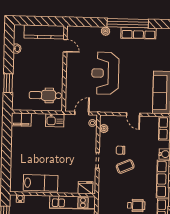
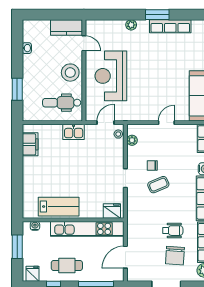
window: (128, 23) -> (157, 15), width x0.47
kitchen counter: (44, 32) -> (66, 28), width x0.67
stool: (53, 70) -> (70, 73), added
reception desk: (105, 73) -> (111, 76), moved
door: (133, 114) -> (166, 123), swing flipped
filing cabinet: (21, 120) -> (30, 144), moved, turned -90
kitchen unit: (72, 203) -> (87, 229), width x1.36

